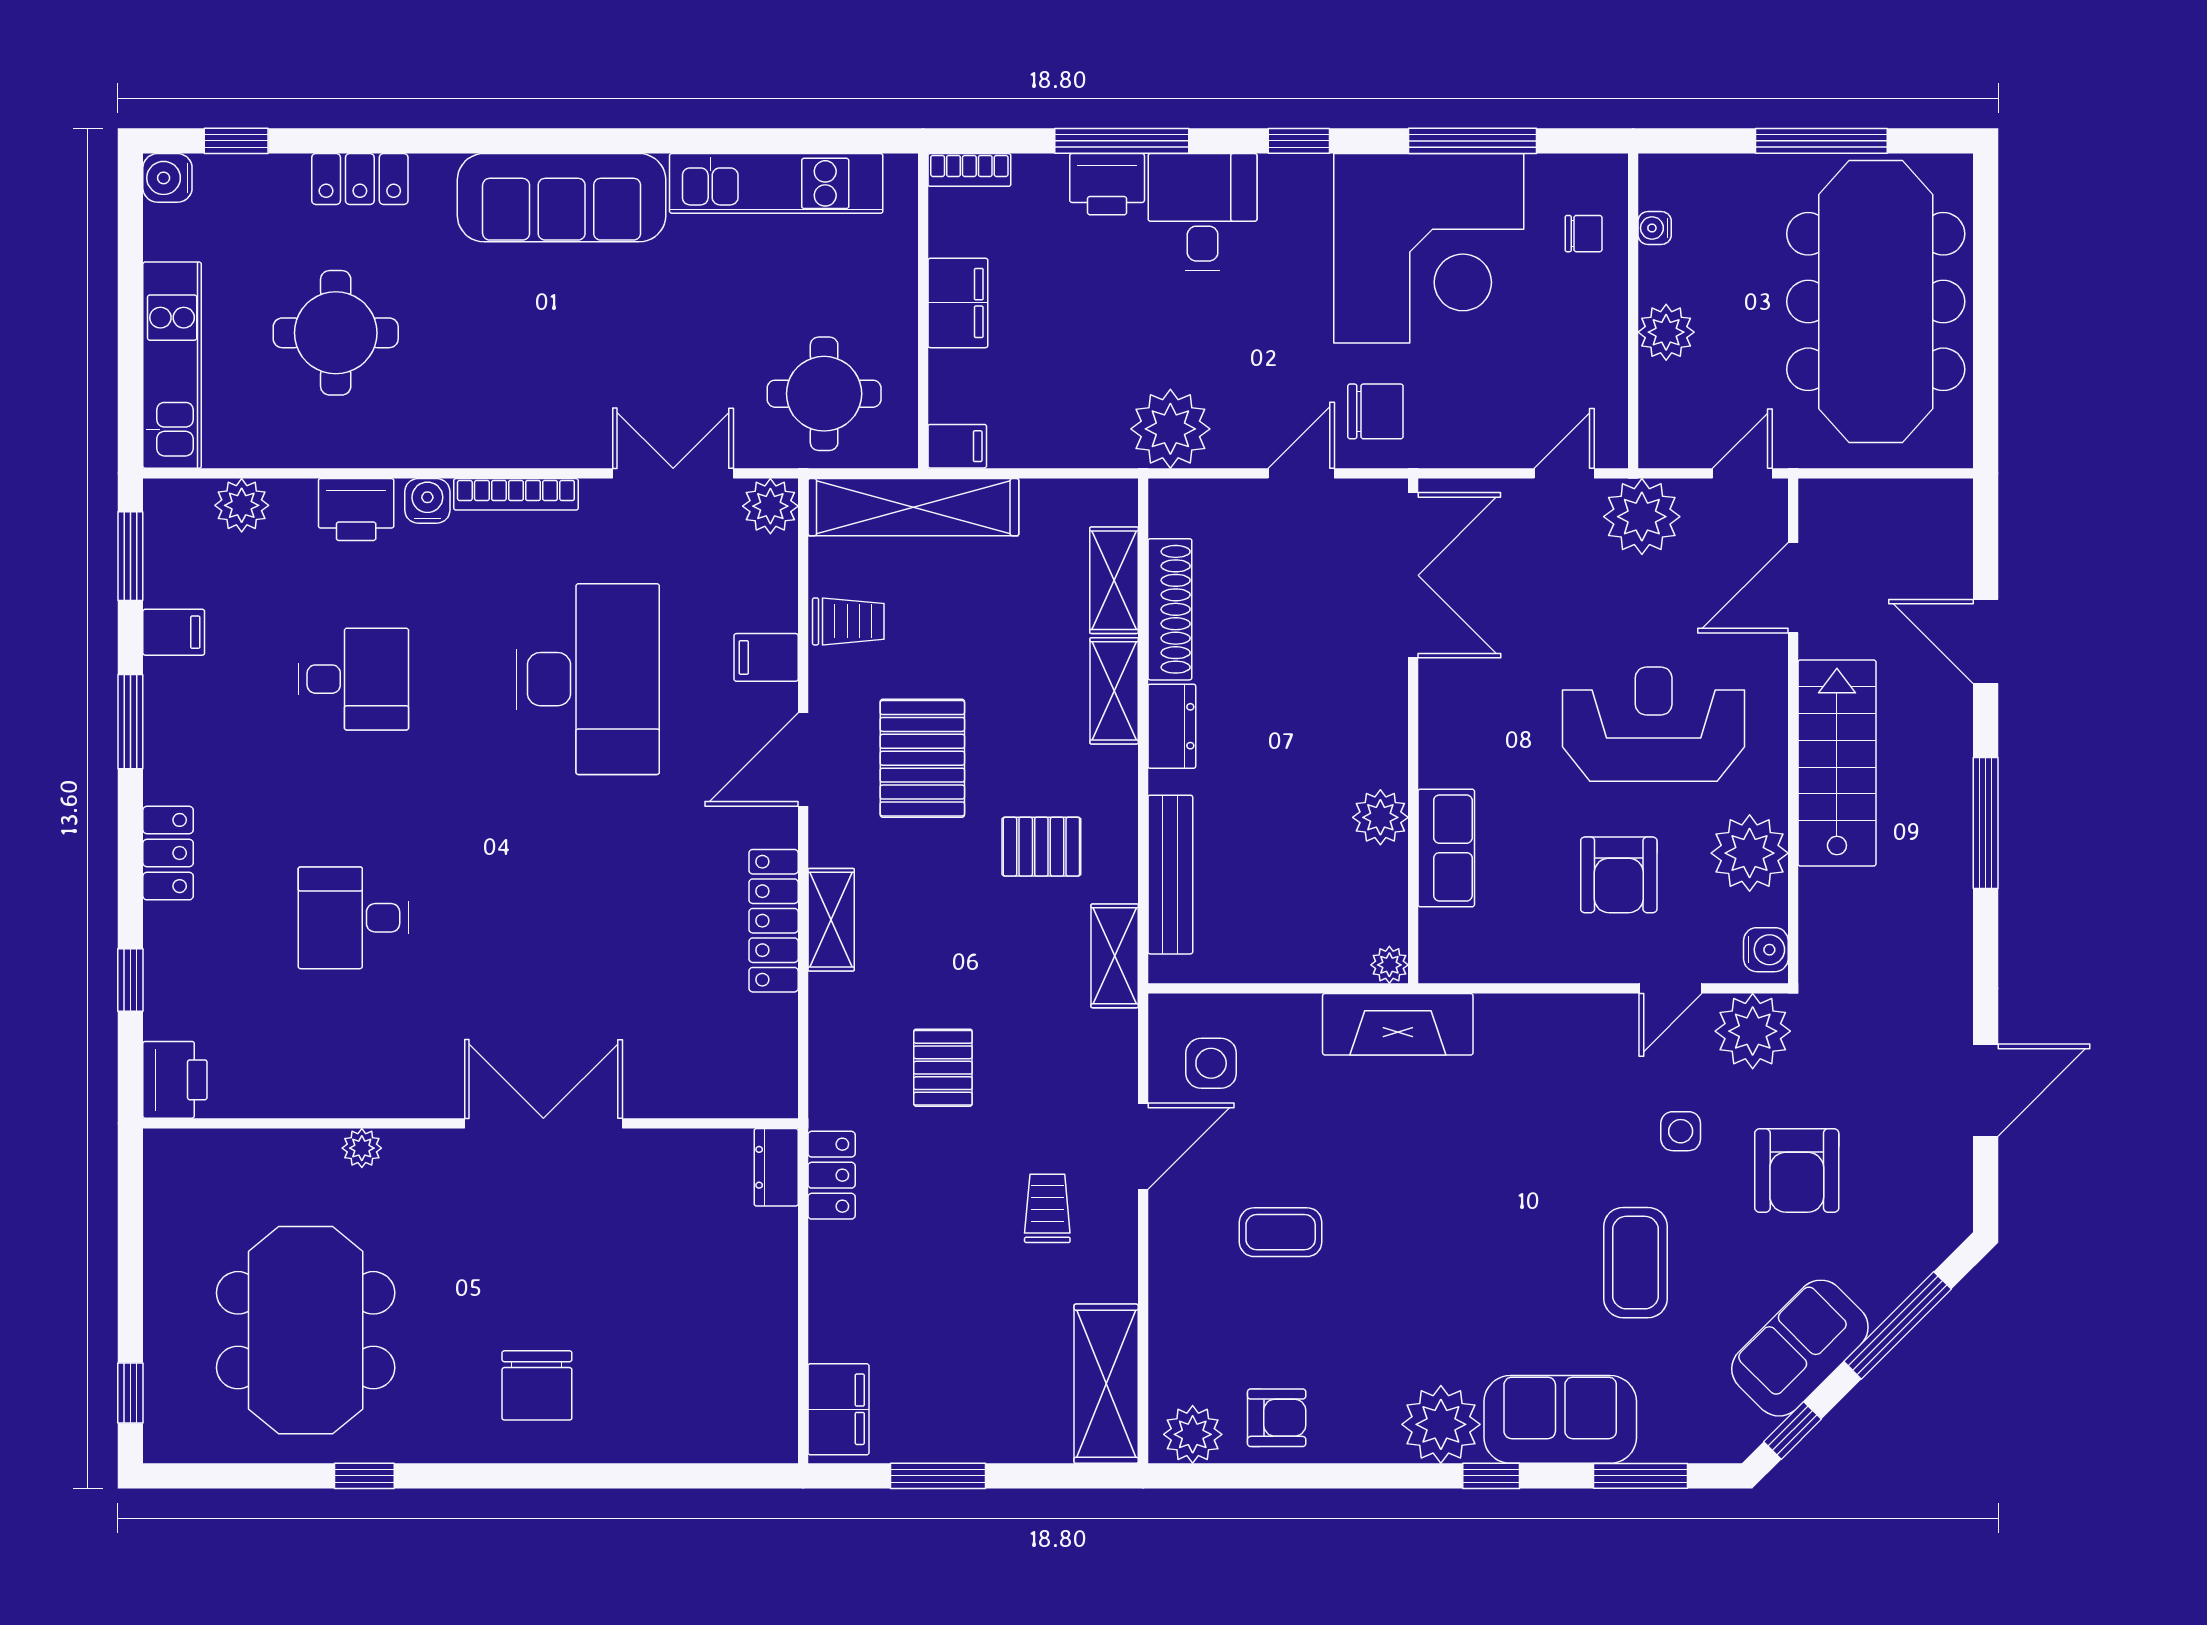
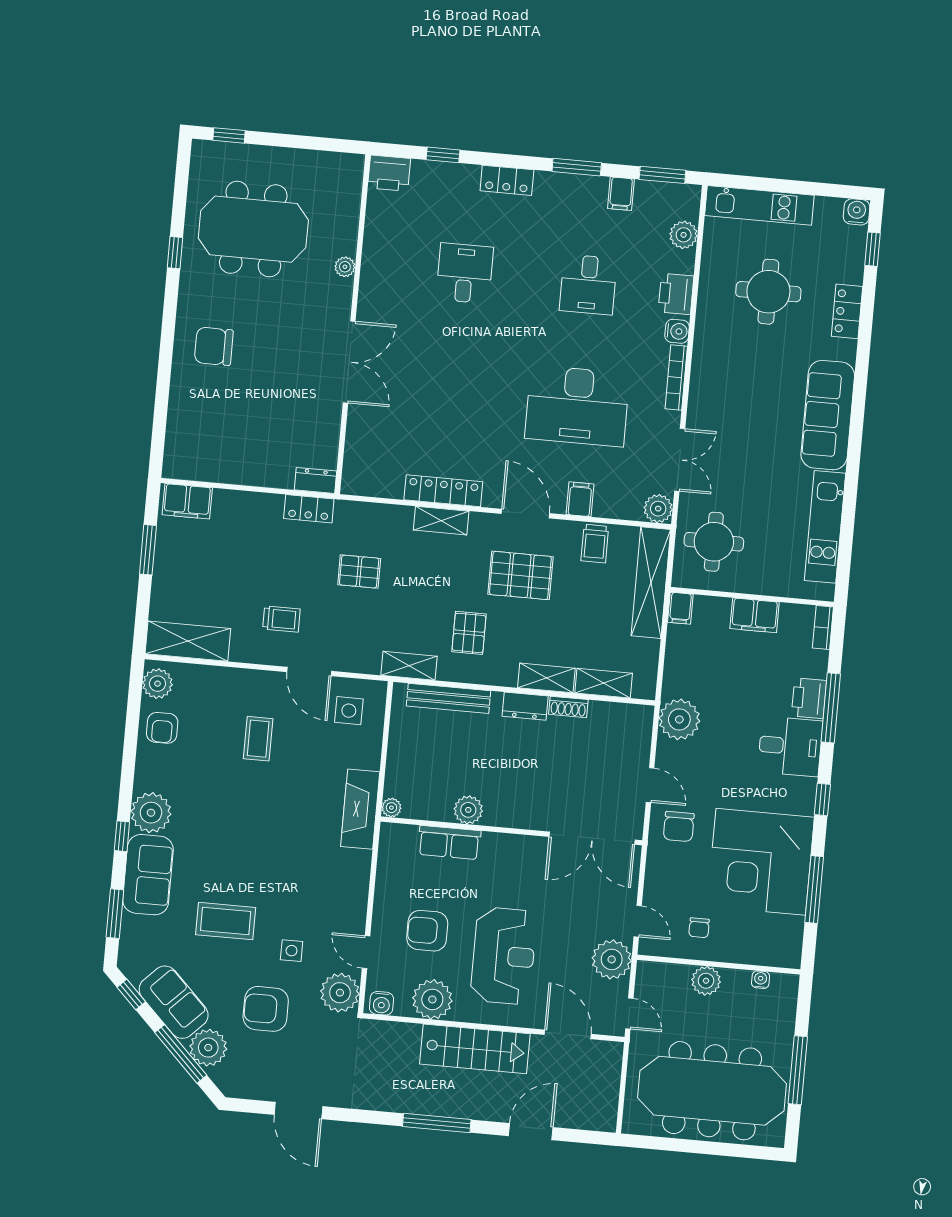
chair: (1584, 234) -> (699, 928), moved
shoe rack: (1170, 609) -> (568, 707), width x0.51, depth x0.81
plant: (1881, 1274) -> (208, 1048), added

